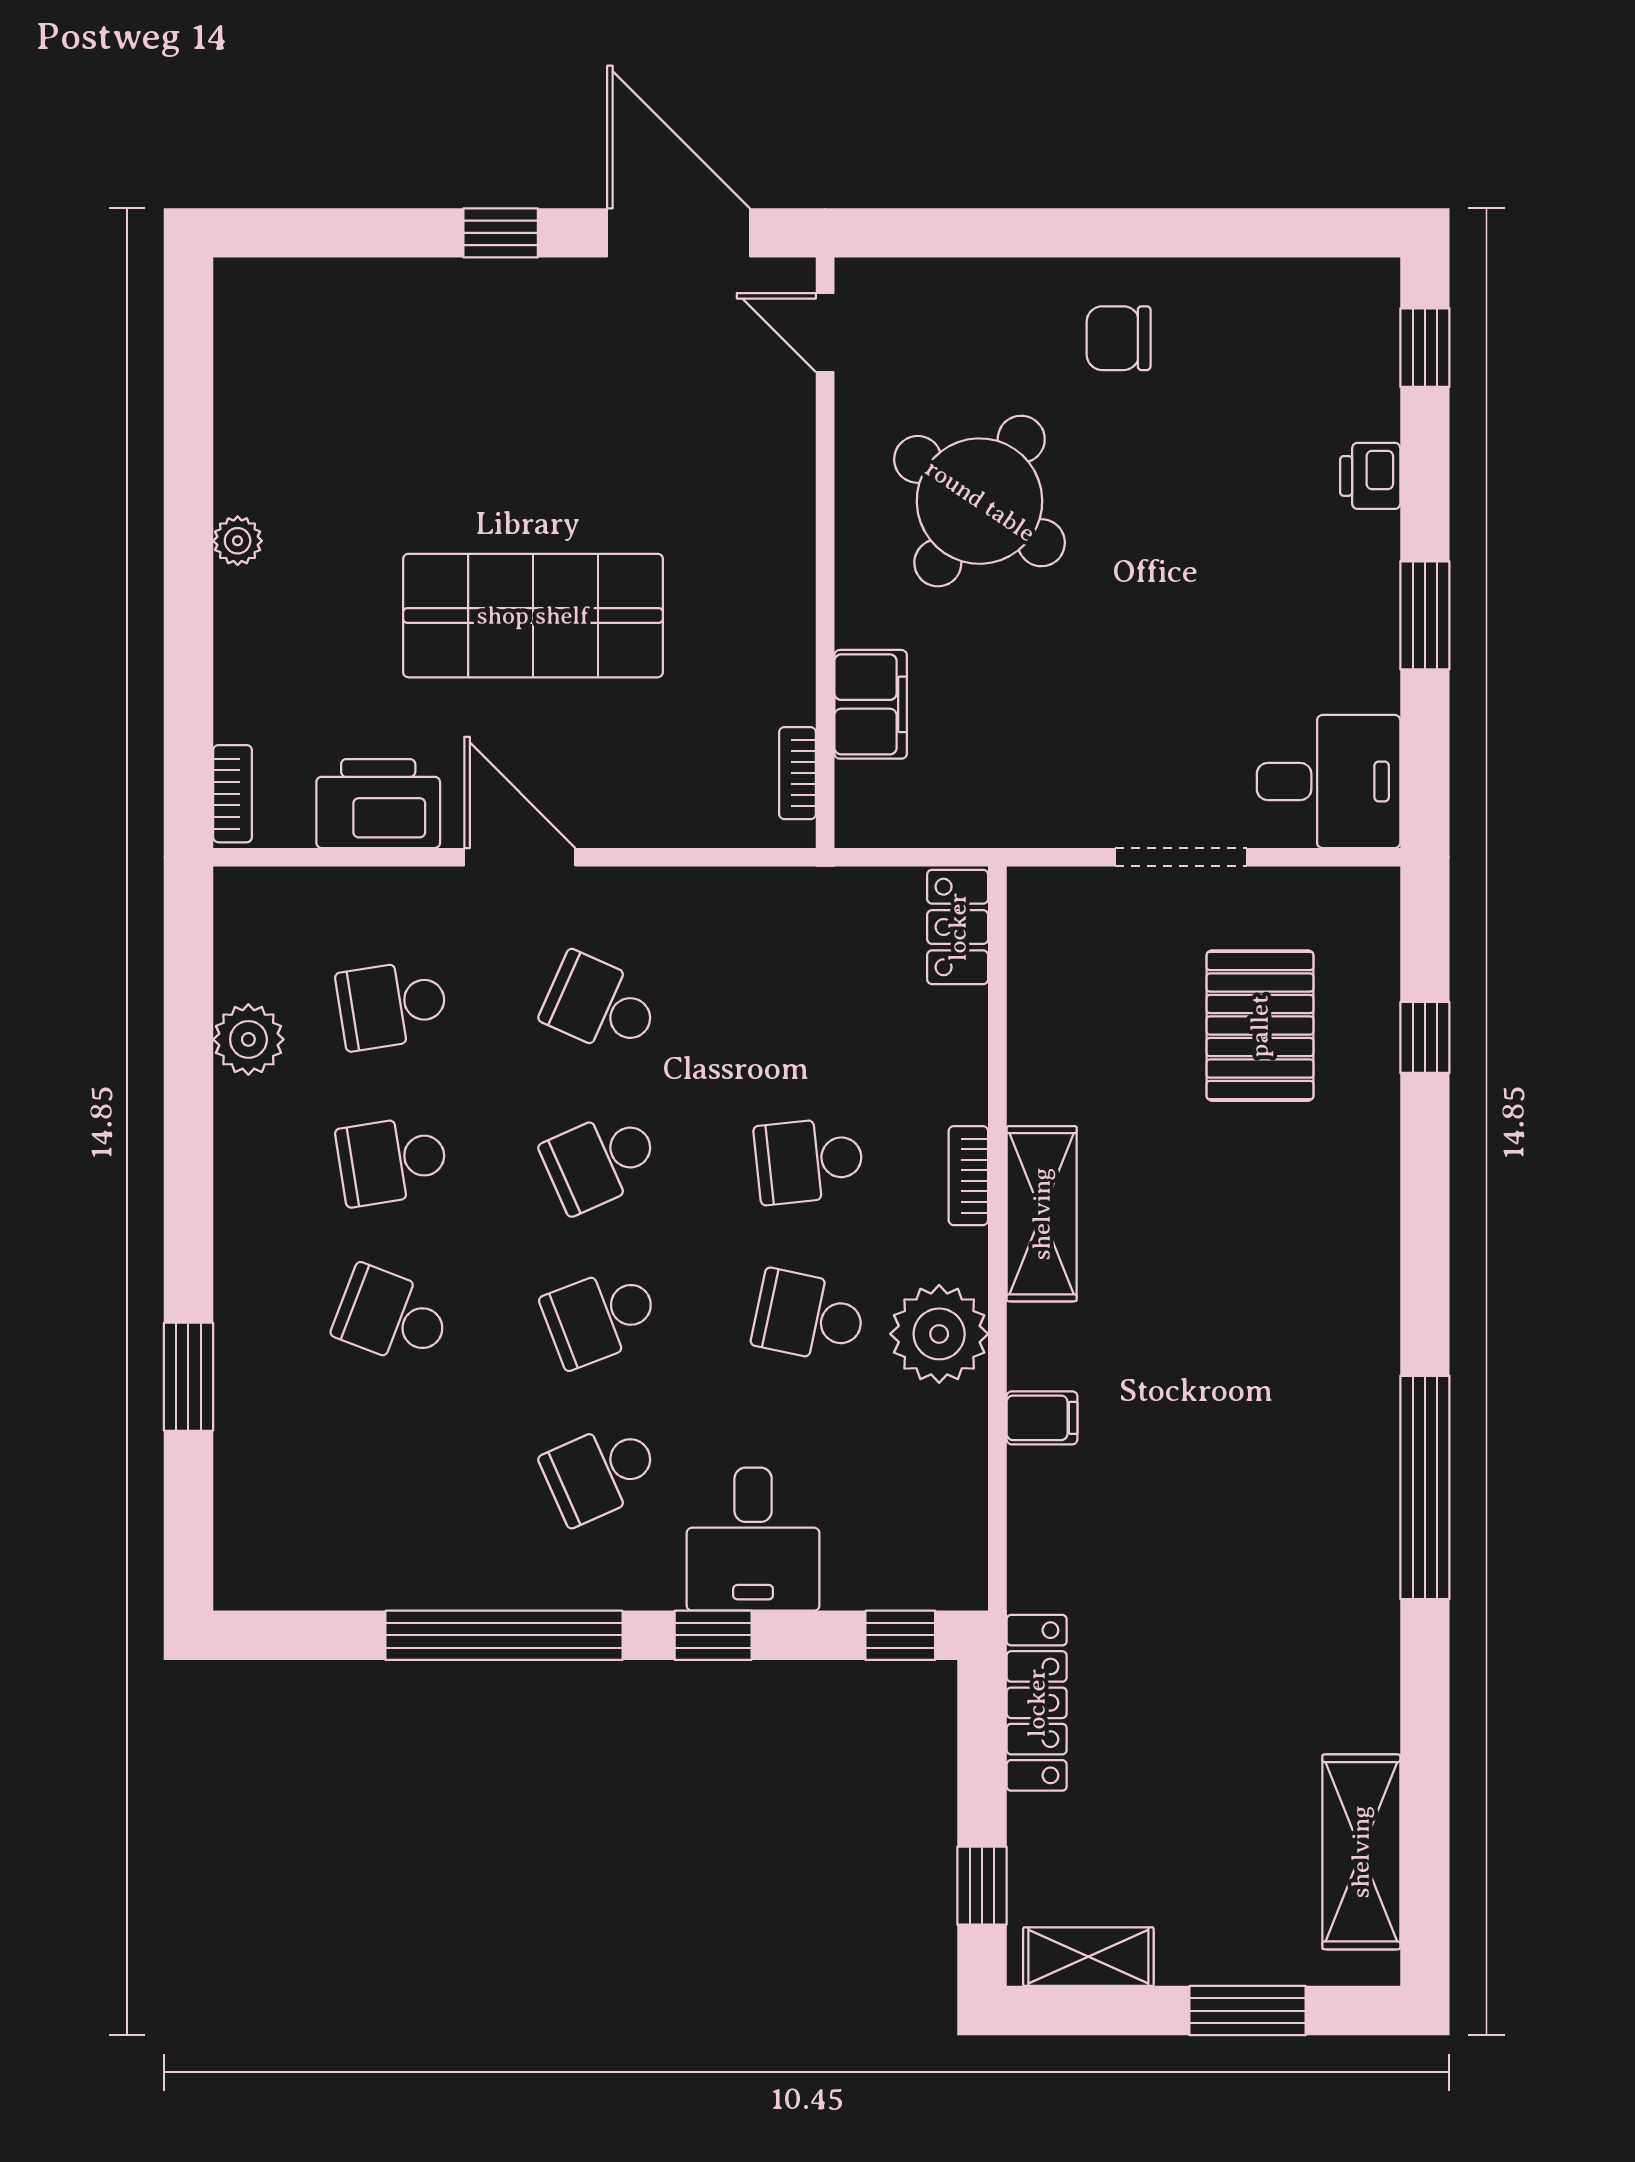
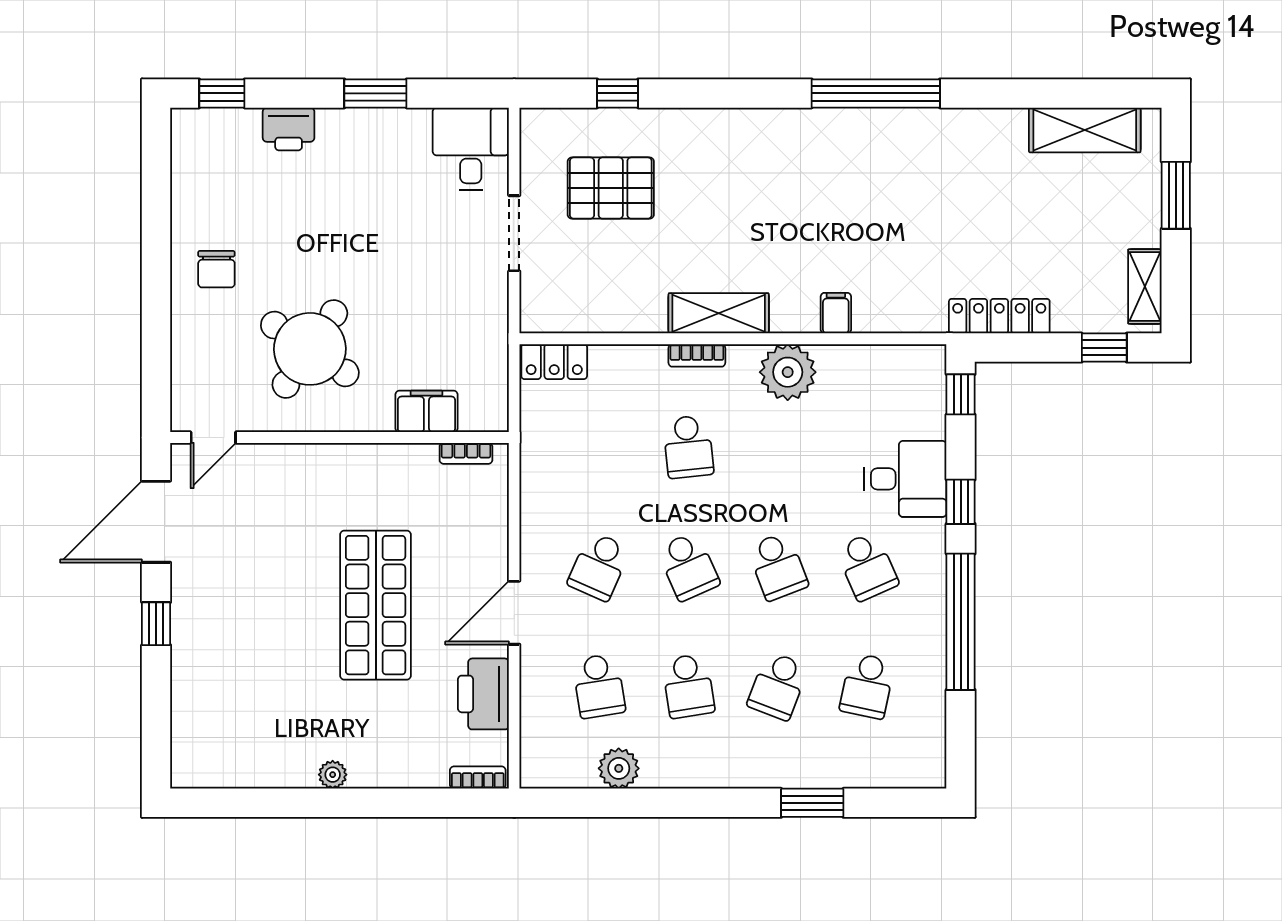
printer: (1370, 476) -> (289, 129), width x1.36, depth x1.24
school desk: (809, 1317) -> (867, 686), moved

